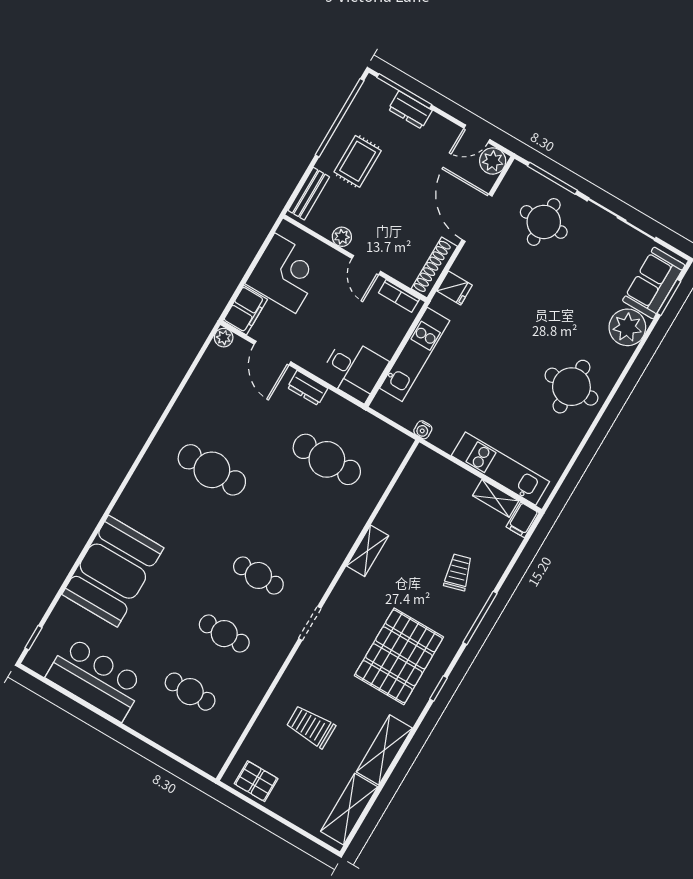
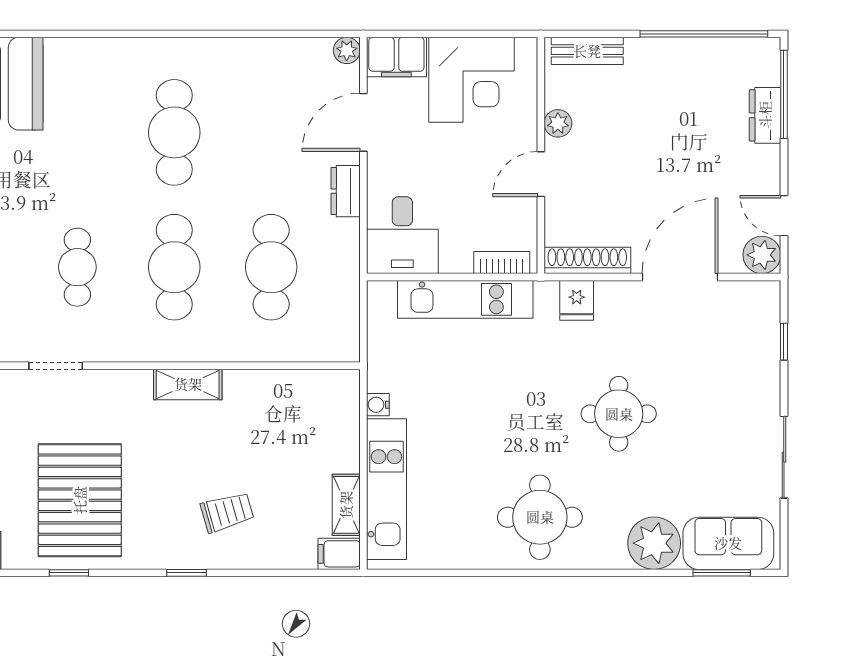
rug: (358, 161) -> (663, 88), removed
window: (552, 178) -> (784, 342), width x0.46
sliding door: (622, 219) -> (784, 457), width x0.73
round table: (544, 222) -> (619, 414), moved
bookcase: (399, 296) -> (502, 263), moved, turned 90
water cooler: (423, 430) -> (378, 405), moved
cafe table: (293, 517) -> (174, 267), added
window: (480, 618) -> (186, 573), width x0.46
pallet: (399, 656) -> (80, 500), turned 90

